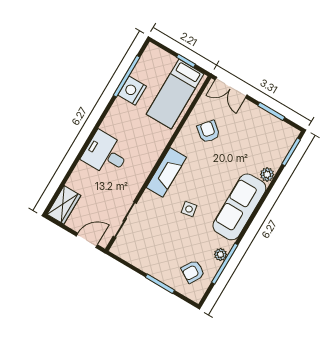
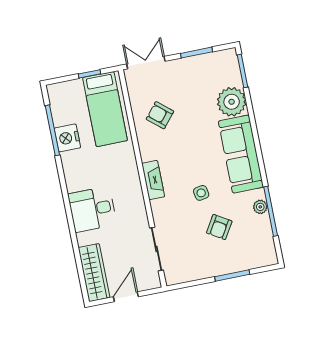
double door: (231, 87) -> (146, 63), swing flipped
fireplace: (166, 172) -> (153, 180), width x0.73, depth x0.76
plant: (267, 174) -> (232, 102), width x1.87, depth x1.87
wardrobe: (64, 205) -> (94, 273), width x1.50
door: (87, 240) -> (126, 297), moved
armchair: (193, 272) -> (219, 227), moved

